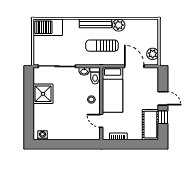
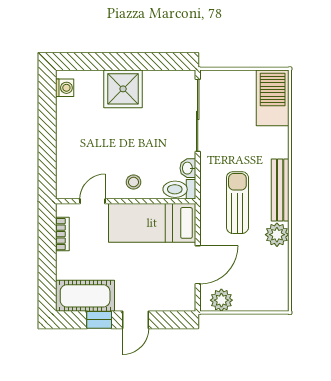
shower: (43, 94) -> (123, 89), moved

